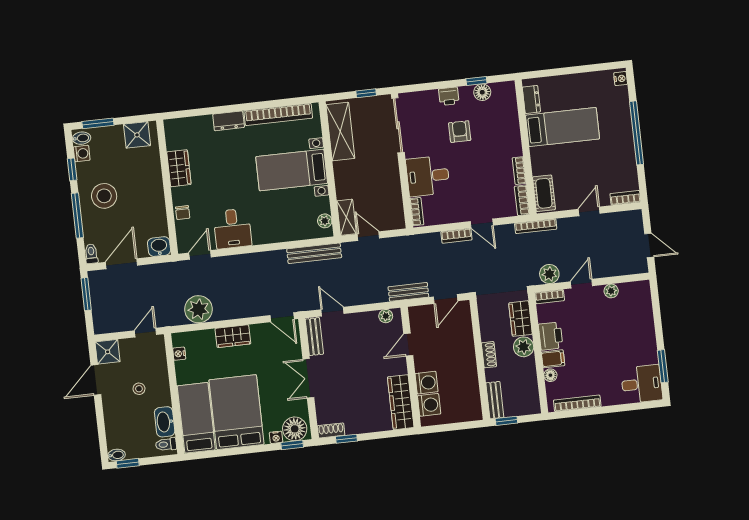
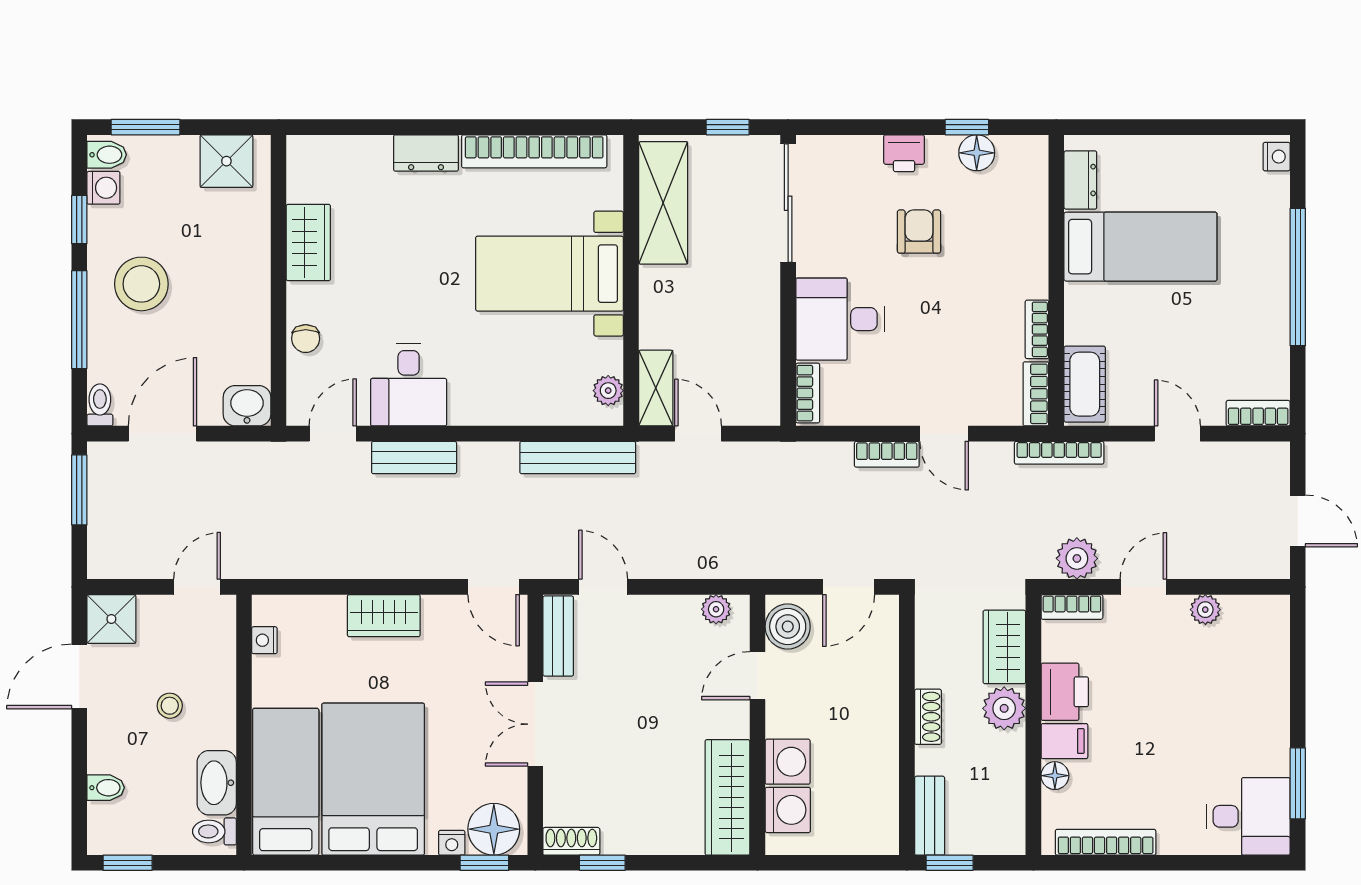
door: (589, 211) -> (1177, 434), hinge flipped
bench: (408, 292) -> (414, 458), moved
plant: (199, 309) -> (316, 550), removed
boiler: (420, 320) -> (788, 627), added
bidet: (117, 455) -> (106, 788), moved

